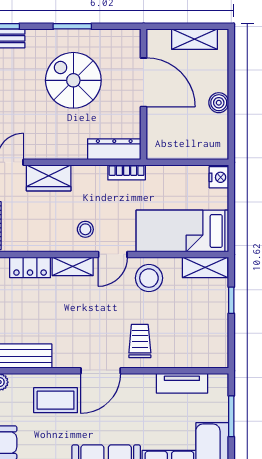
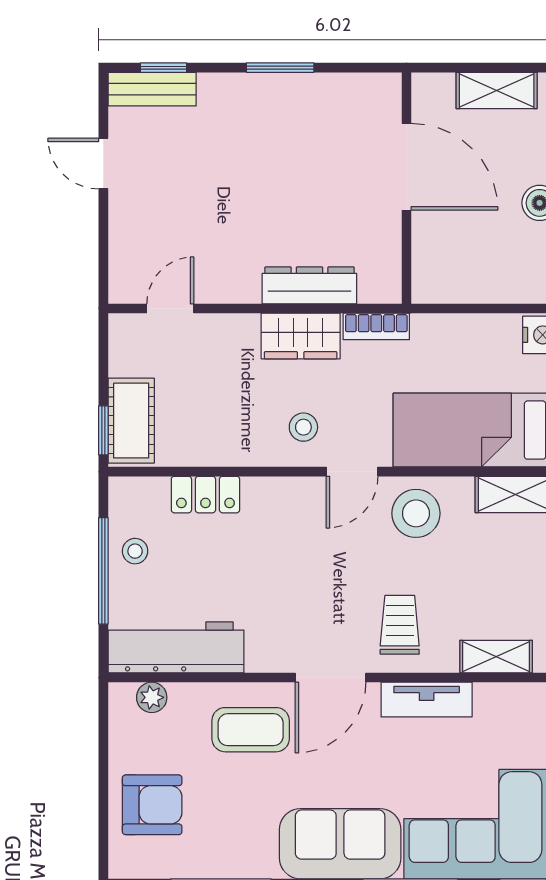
spiral stairs: (73, 80) -> (282, 163), removed
dresser: (114, 149) -> (309, 285), moved
wardrobe: (49, 178) -> (301, 336), moved
shelving: (73, 266) -> (496, 657), moved
tv unit: (182, 383) -> (427, 700), moved

